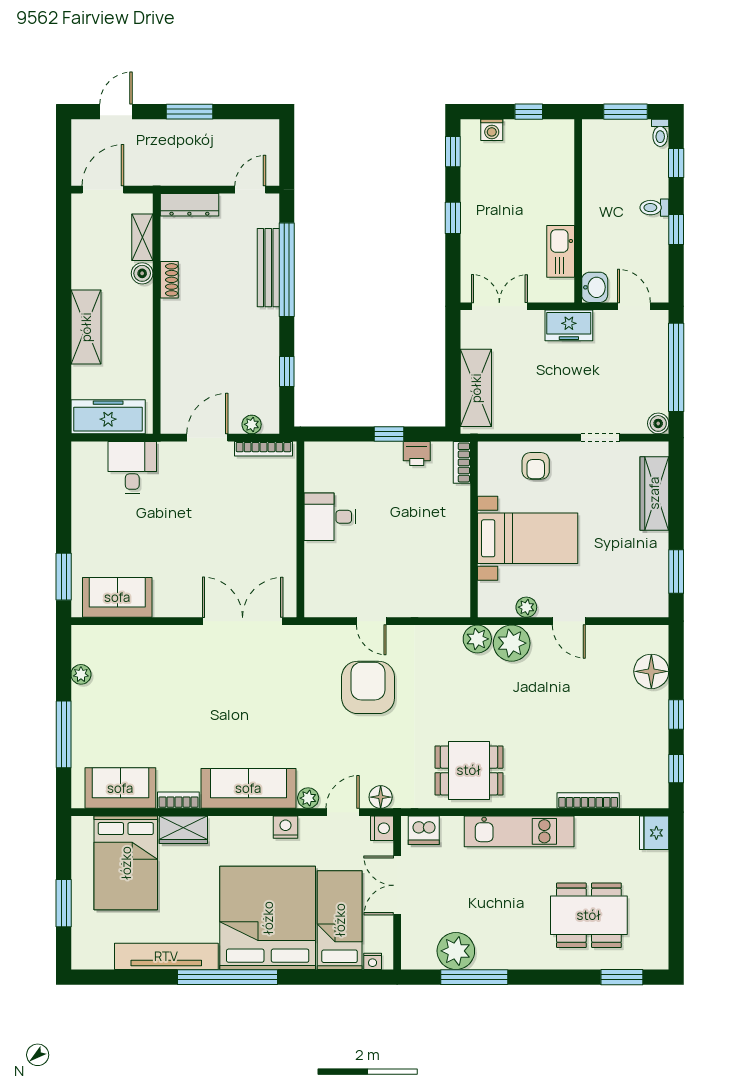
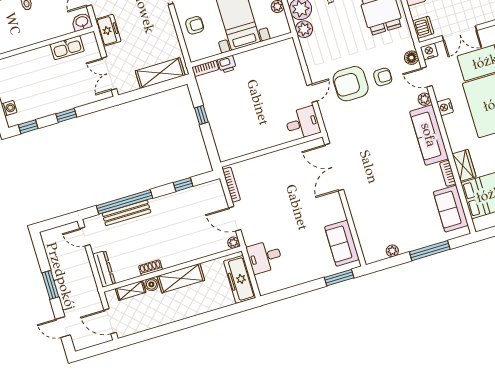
shelving: (86, 327) -> (181, 278), moved
plant: (252, 424) -> (234, 243), moved
printer: (417, 454) -> (227, 64), moved, turned 90
desk: (330, 517) -> (302, 123), moved, turned -90
armchair: (364, 742) -> (383, 77), added

